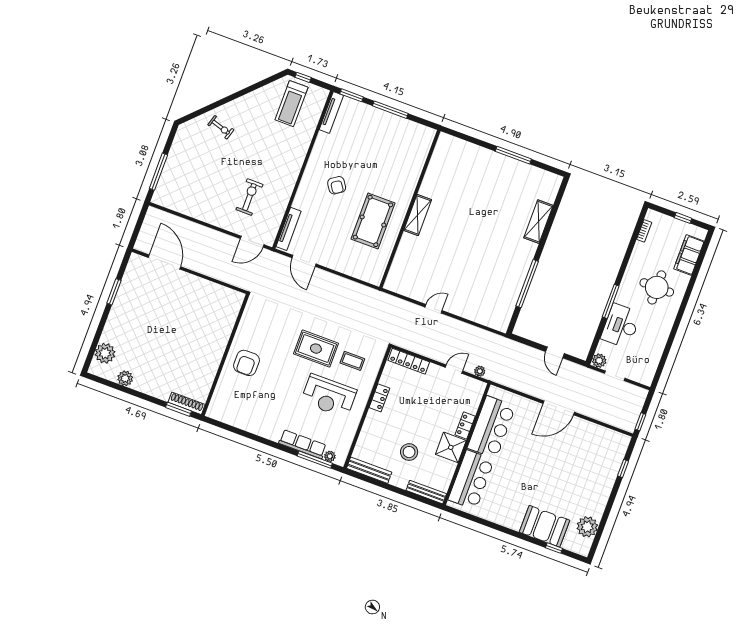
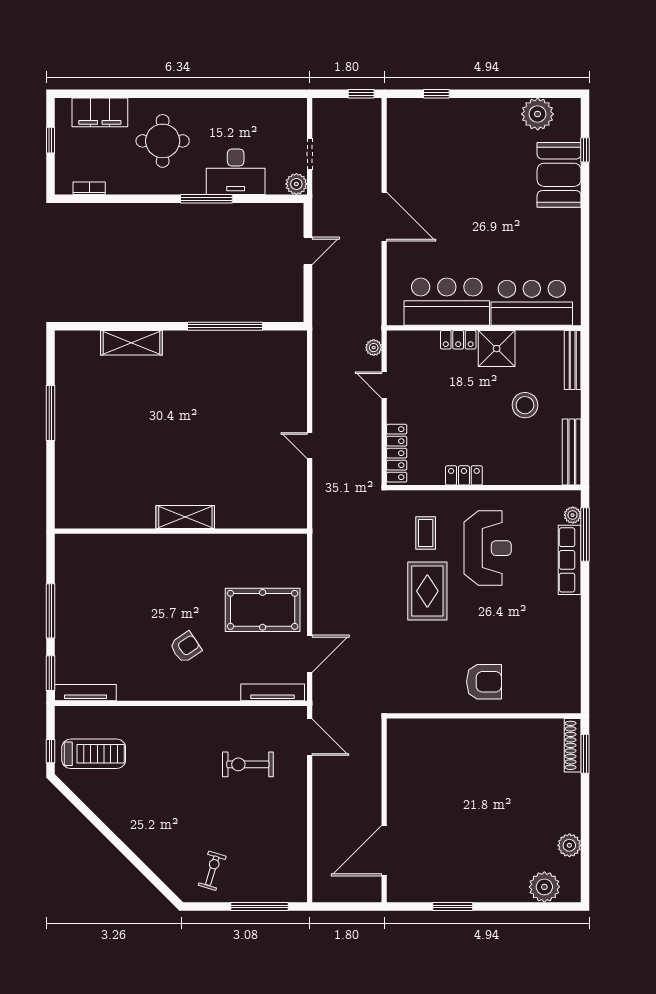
exercise bike: (221, 127) -> (212, 871), moved
pool table: (373, 221) -> (263, 610), moved

